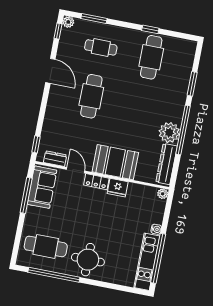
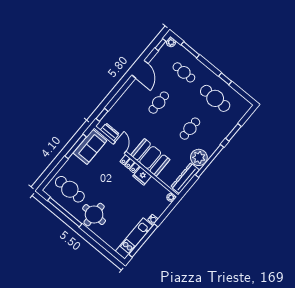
cafe table: (151, 57) -> (215, 98), turned 90
cafe table: (91, 96) -> (159, 103), width x0.73, depth x0.74
cafe table: (142, 106) -> (190, 129), added

